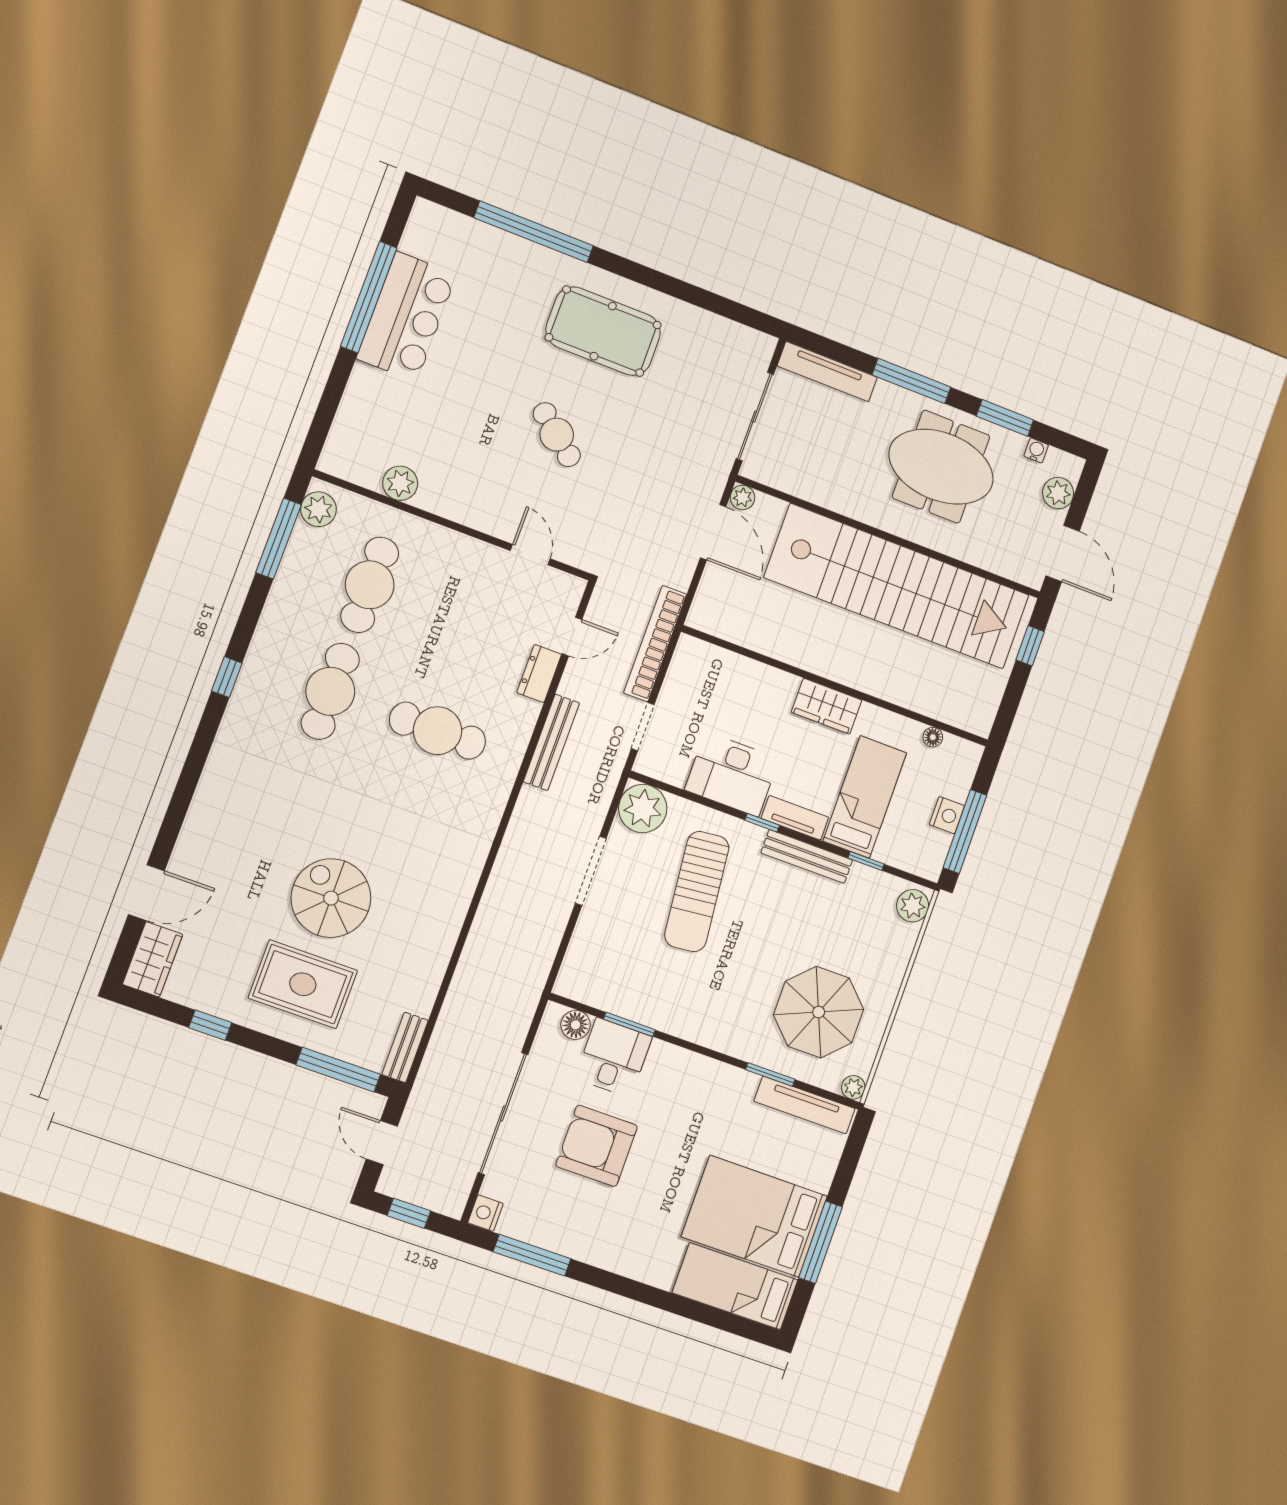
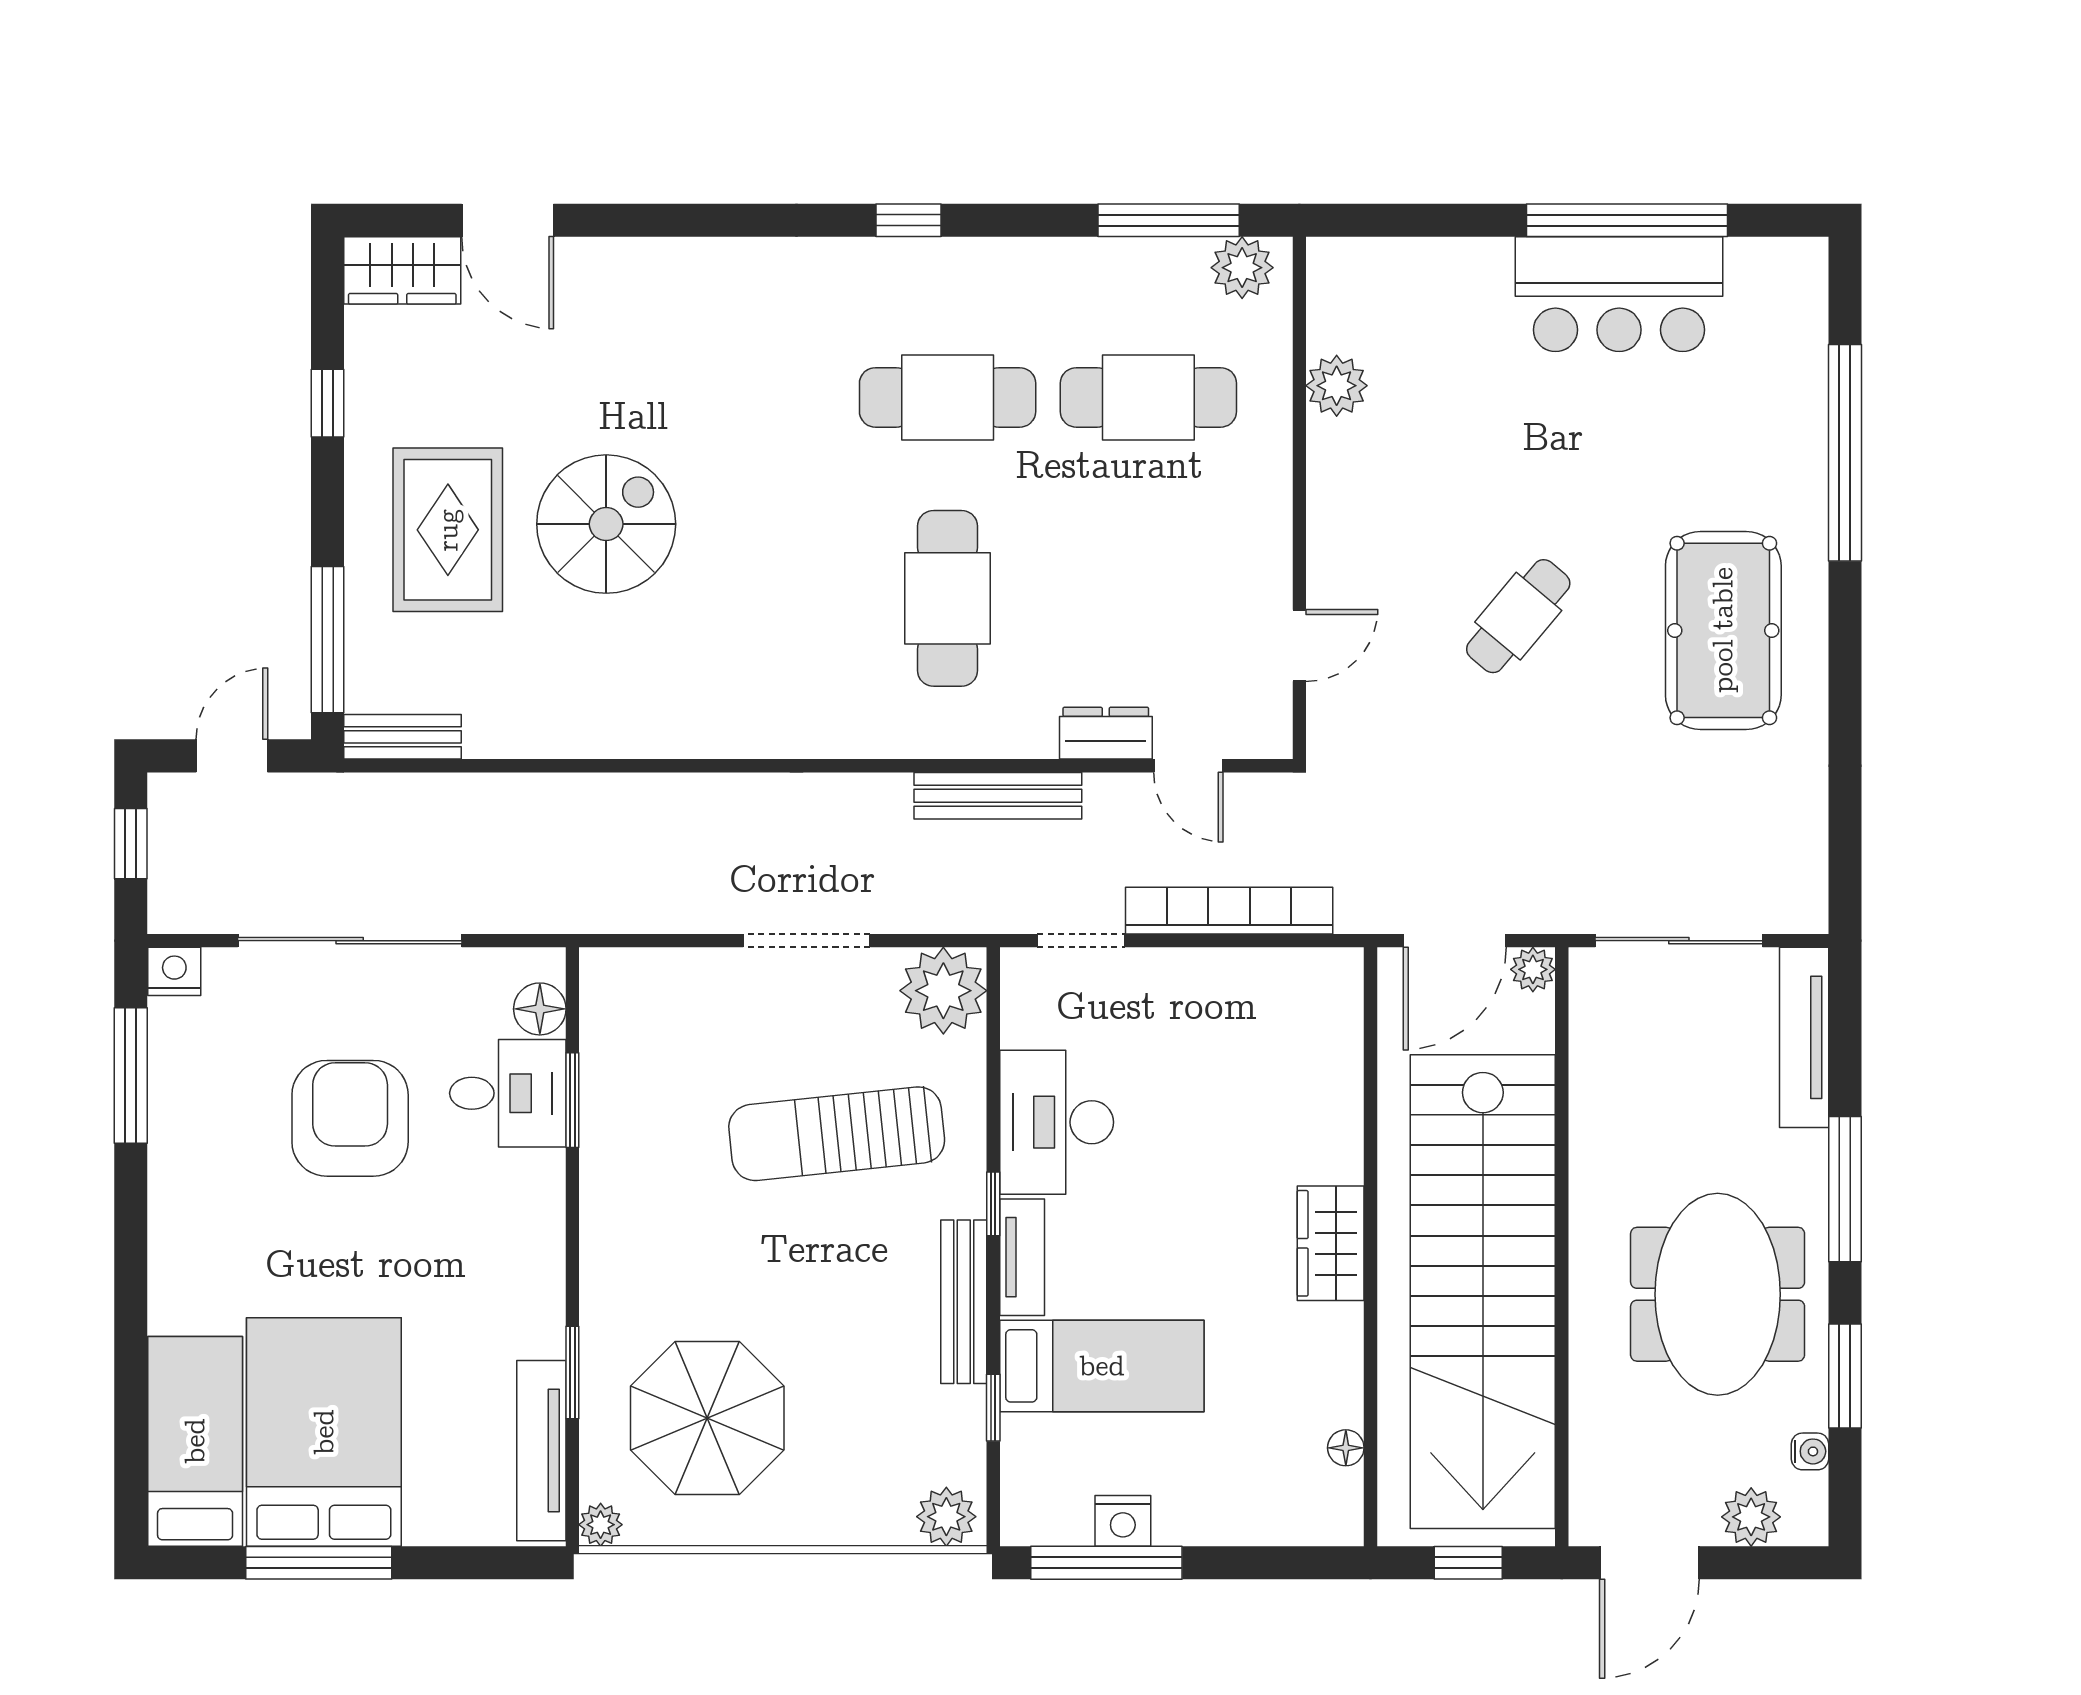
wall: (836, 686) -> (1370, 1247), moved
wardrobe: (827, 706) -> (1331, 1243), moved
floor lamp: (933, 737) -> (1346, 1448), moved

